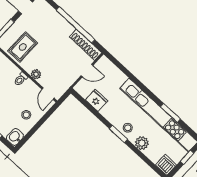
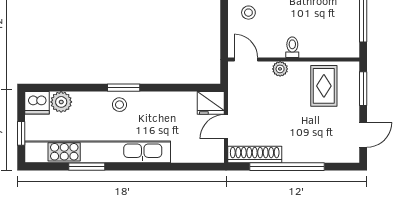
fridge: (97, 100) -> (211, 103), moved
plant: (142, 143) -> (61, 102), moved

